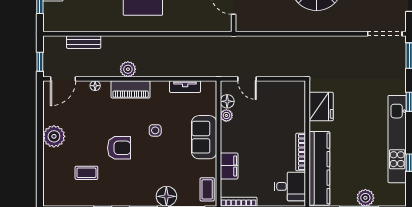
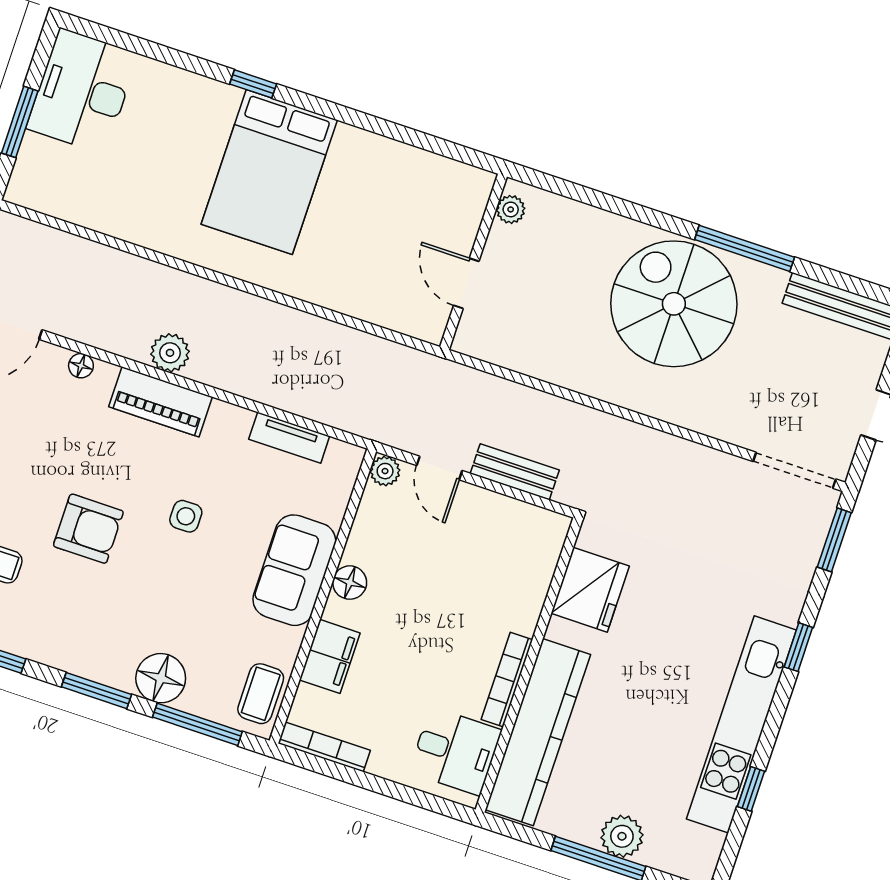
bench: (84, 42) -> (515, 472), moved
floor lamp: (227, 101) -> (350, 583), moved
plant: (226, 115) -> (385, 471), moved

